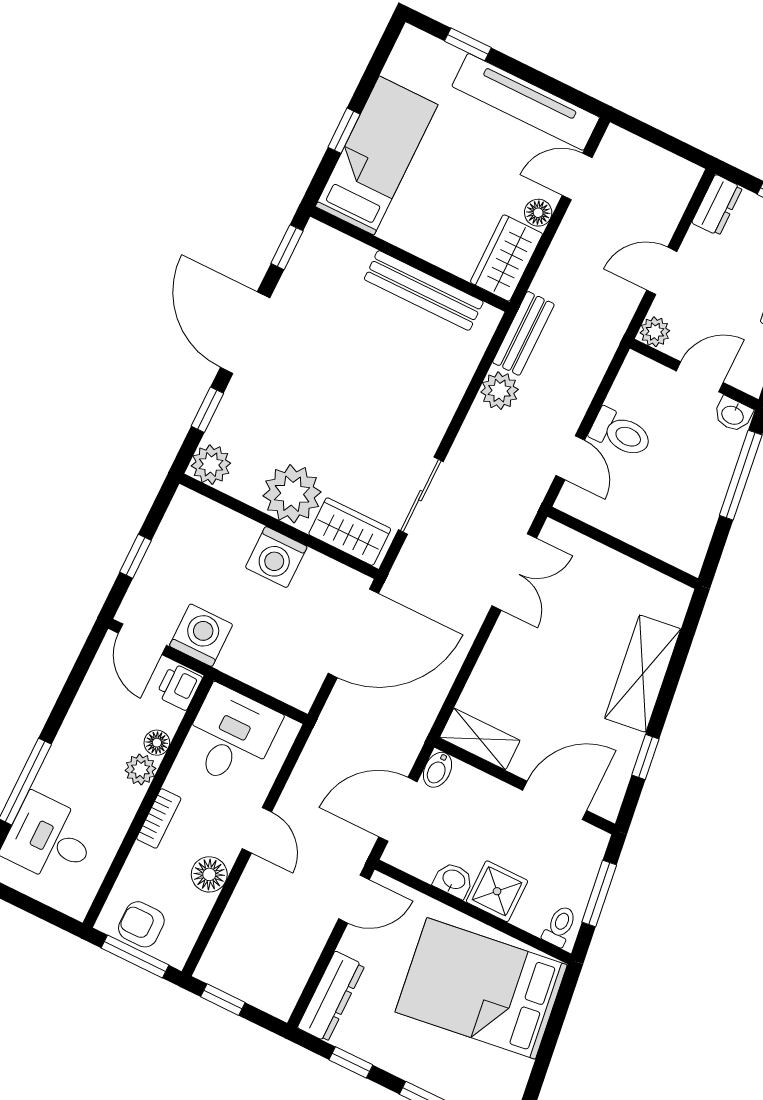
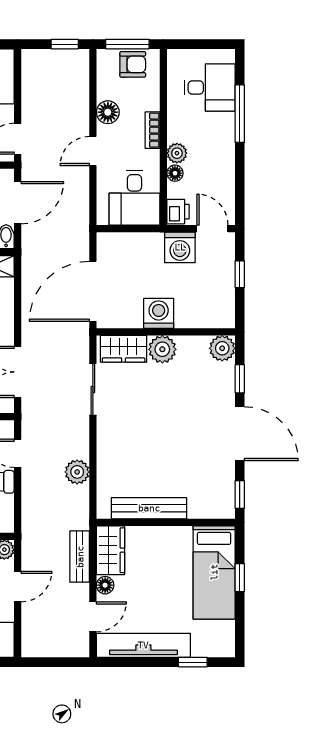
bench: (523, 333) -> (80, 557), moved
plant: (292, 494) -> (162, 349), width x0.73, depth x0.73
door: (257, 830) -> (93, 151), hinge flipped

